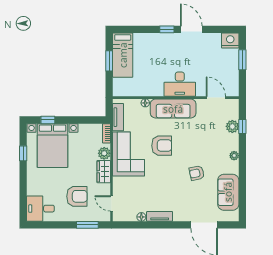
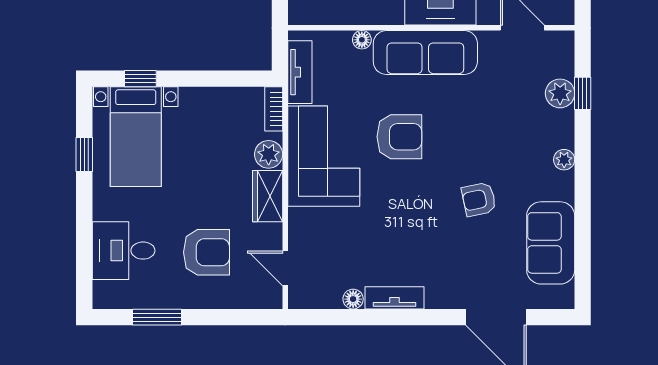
bed with nightstands: (53, 146) -> (136, 137), width x0.73
desk: (40, 209) -> (124, 251), moved
window: (87, 225) -> (157, 317), moved

